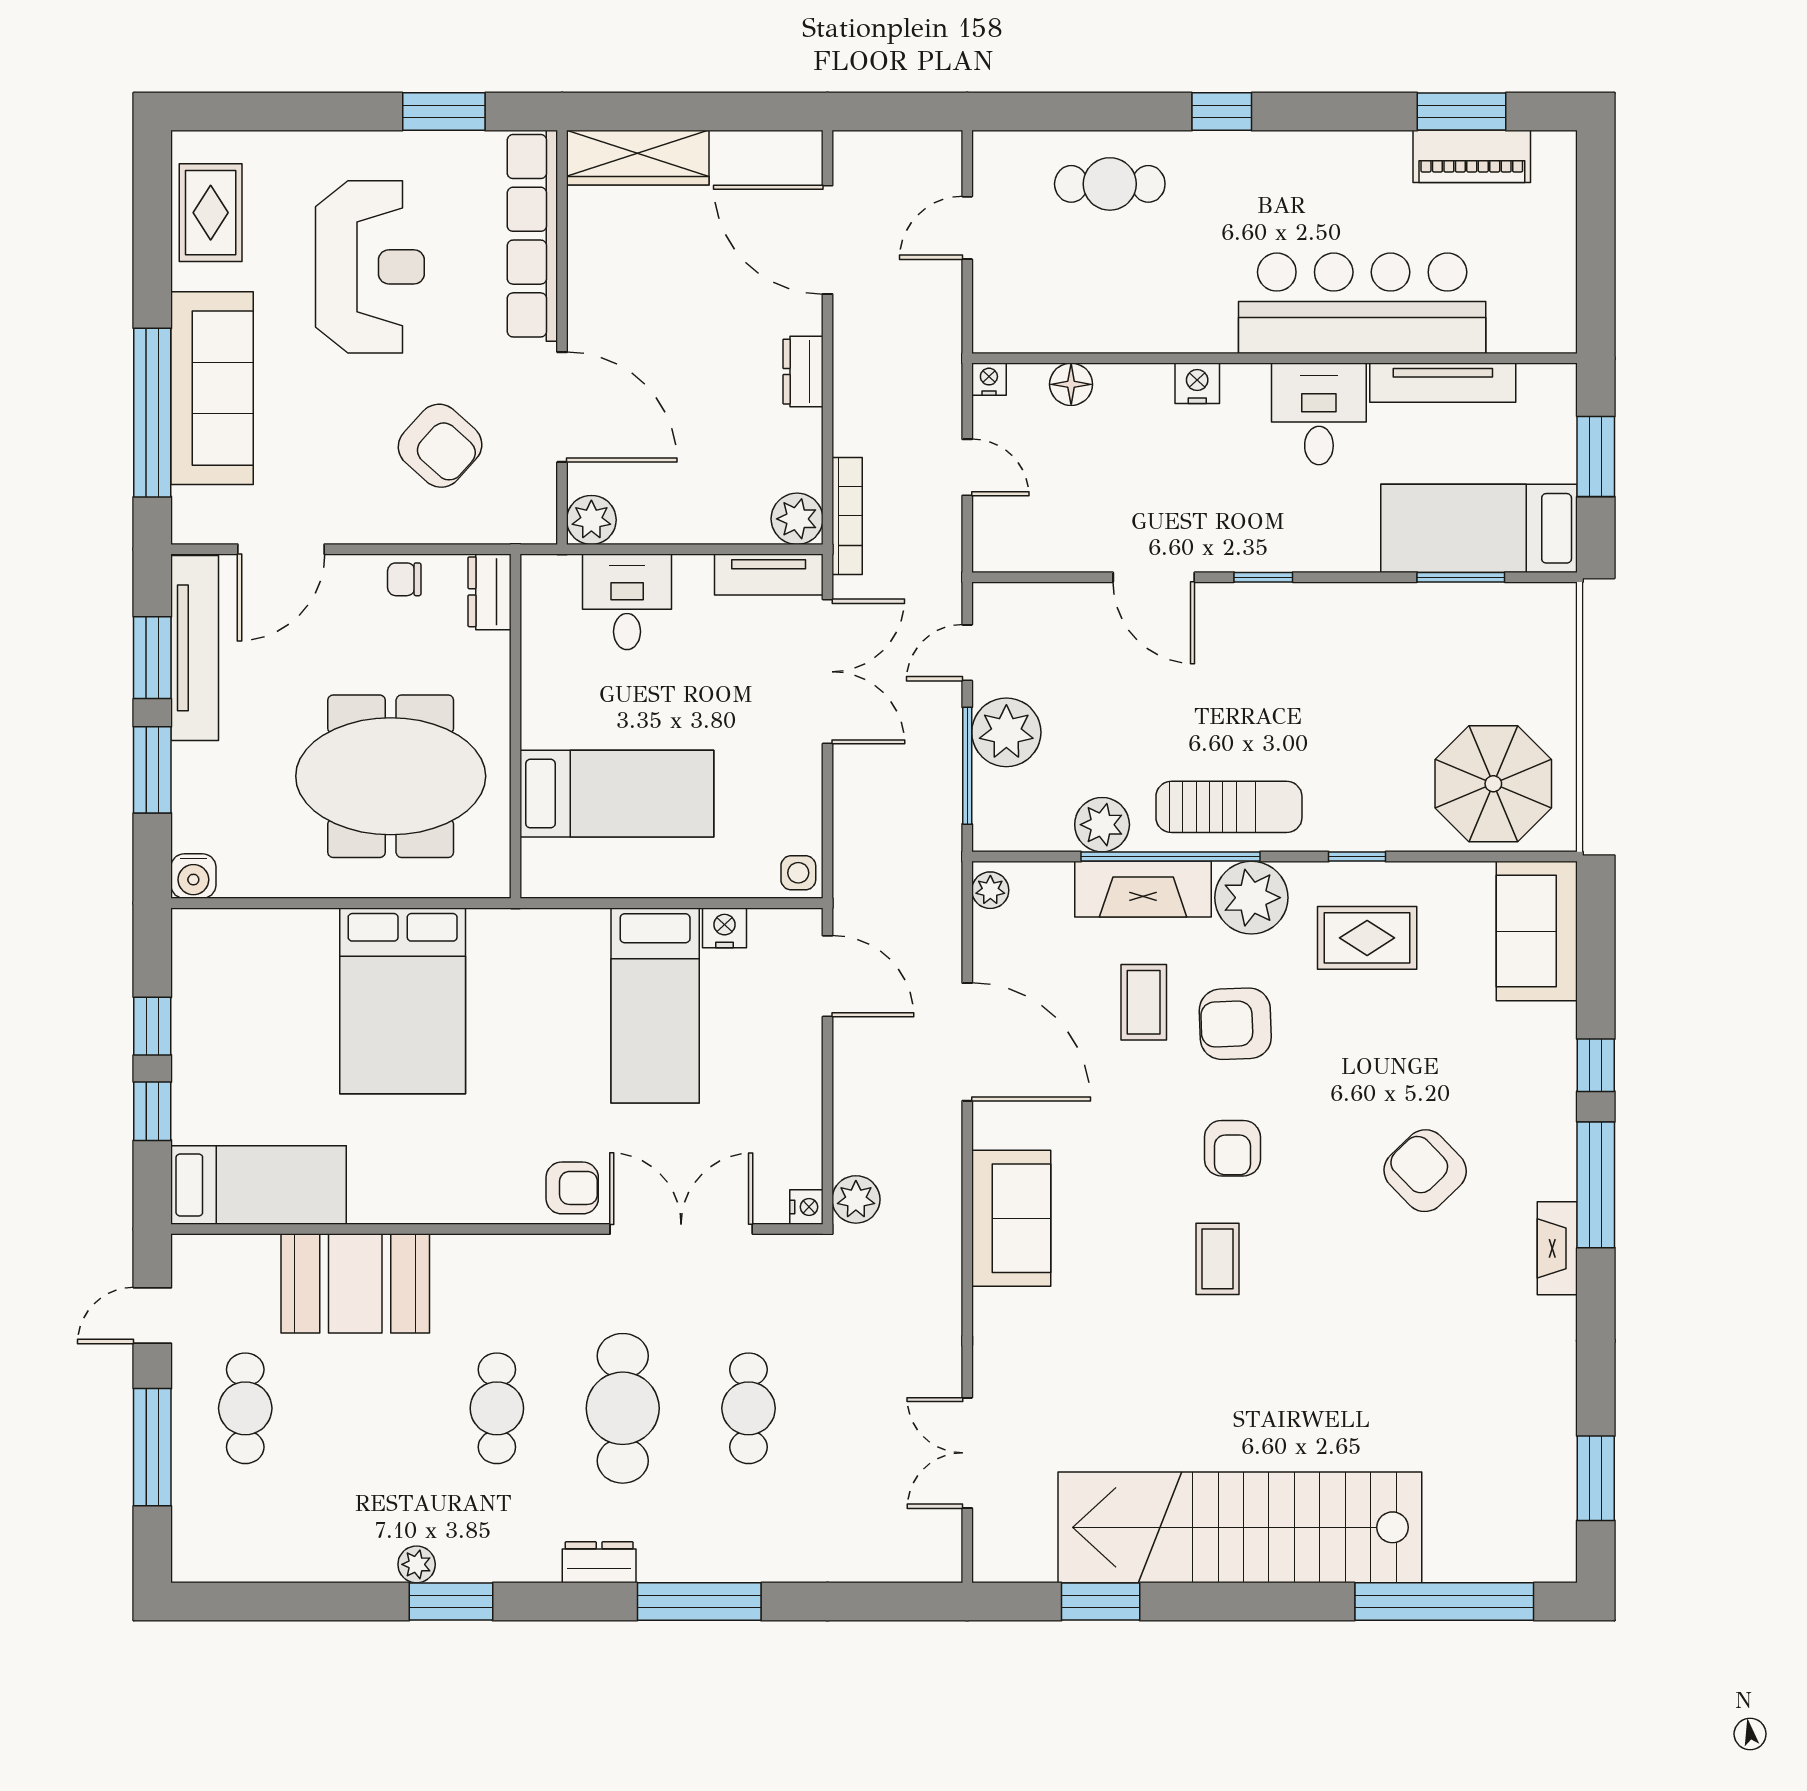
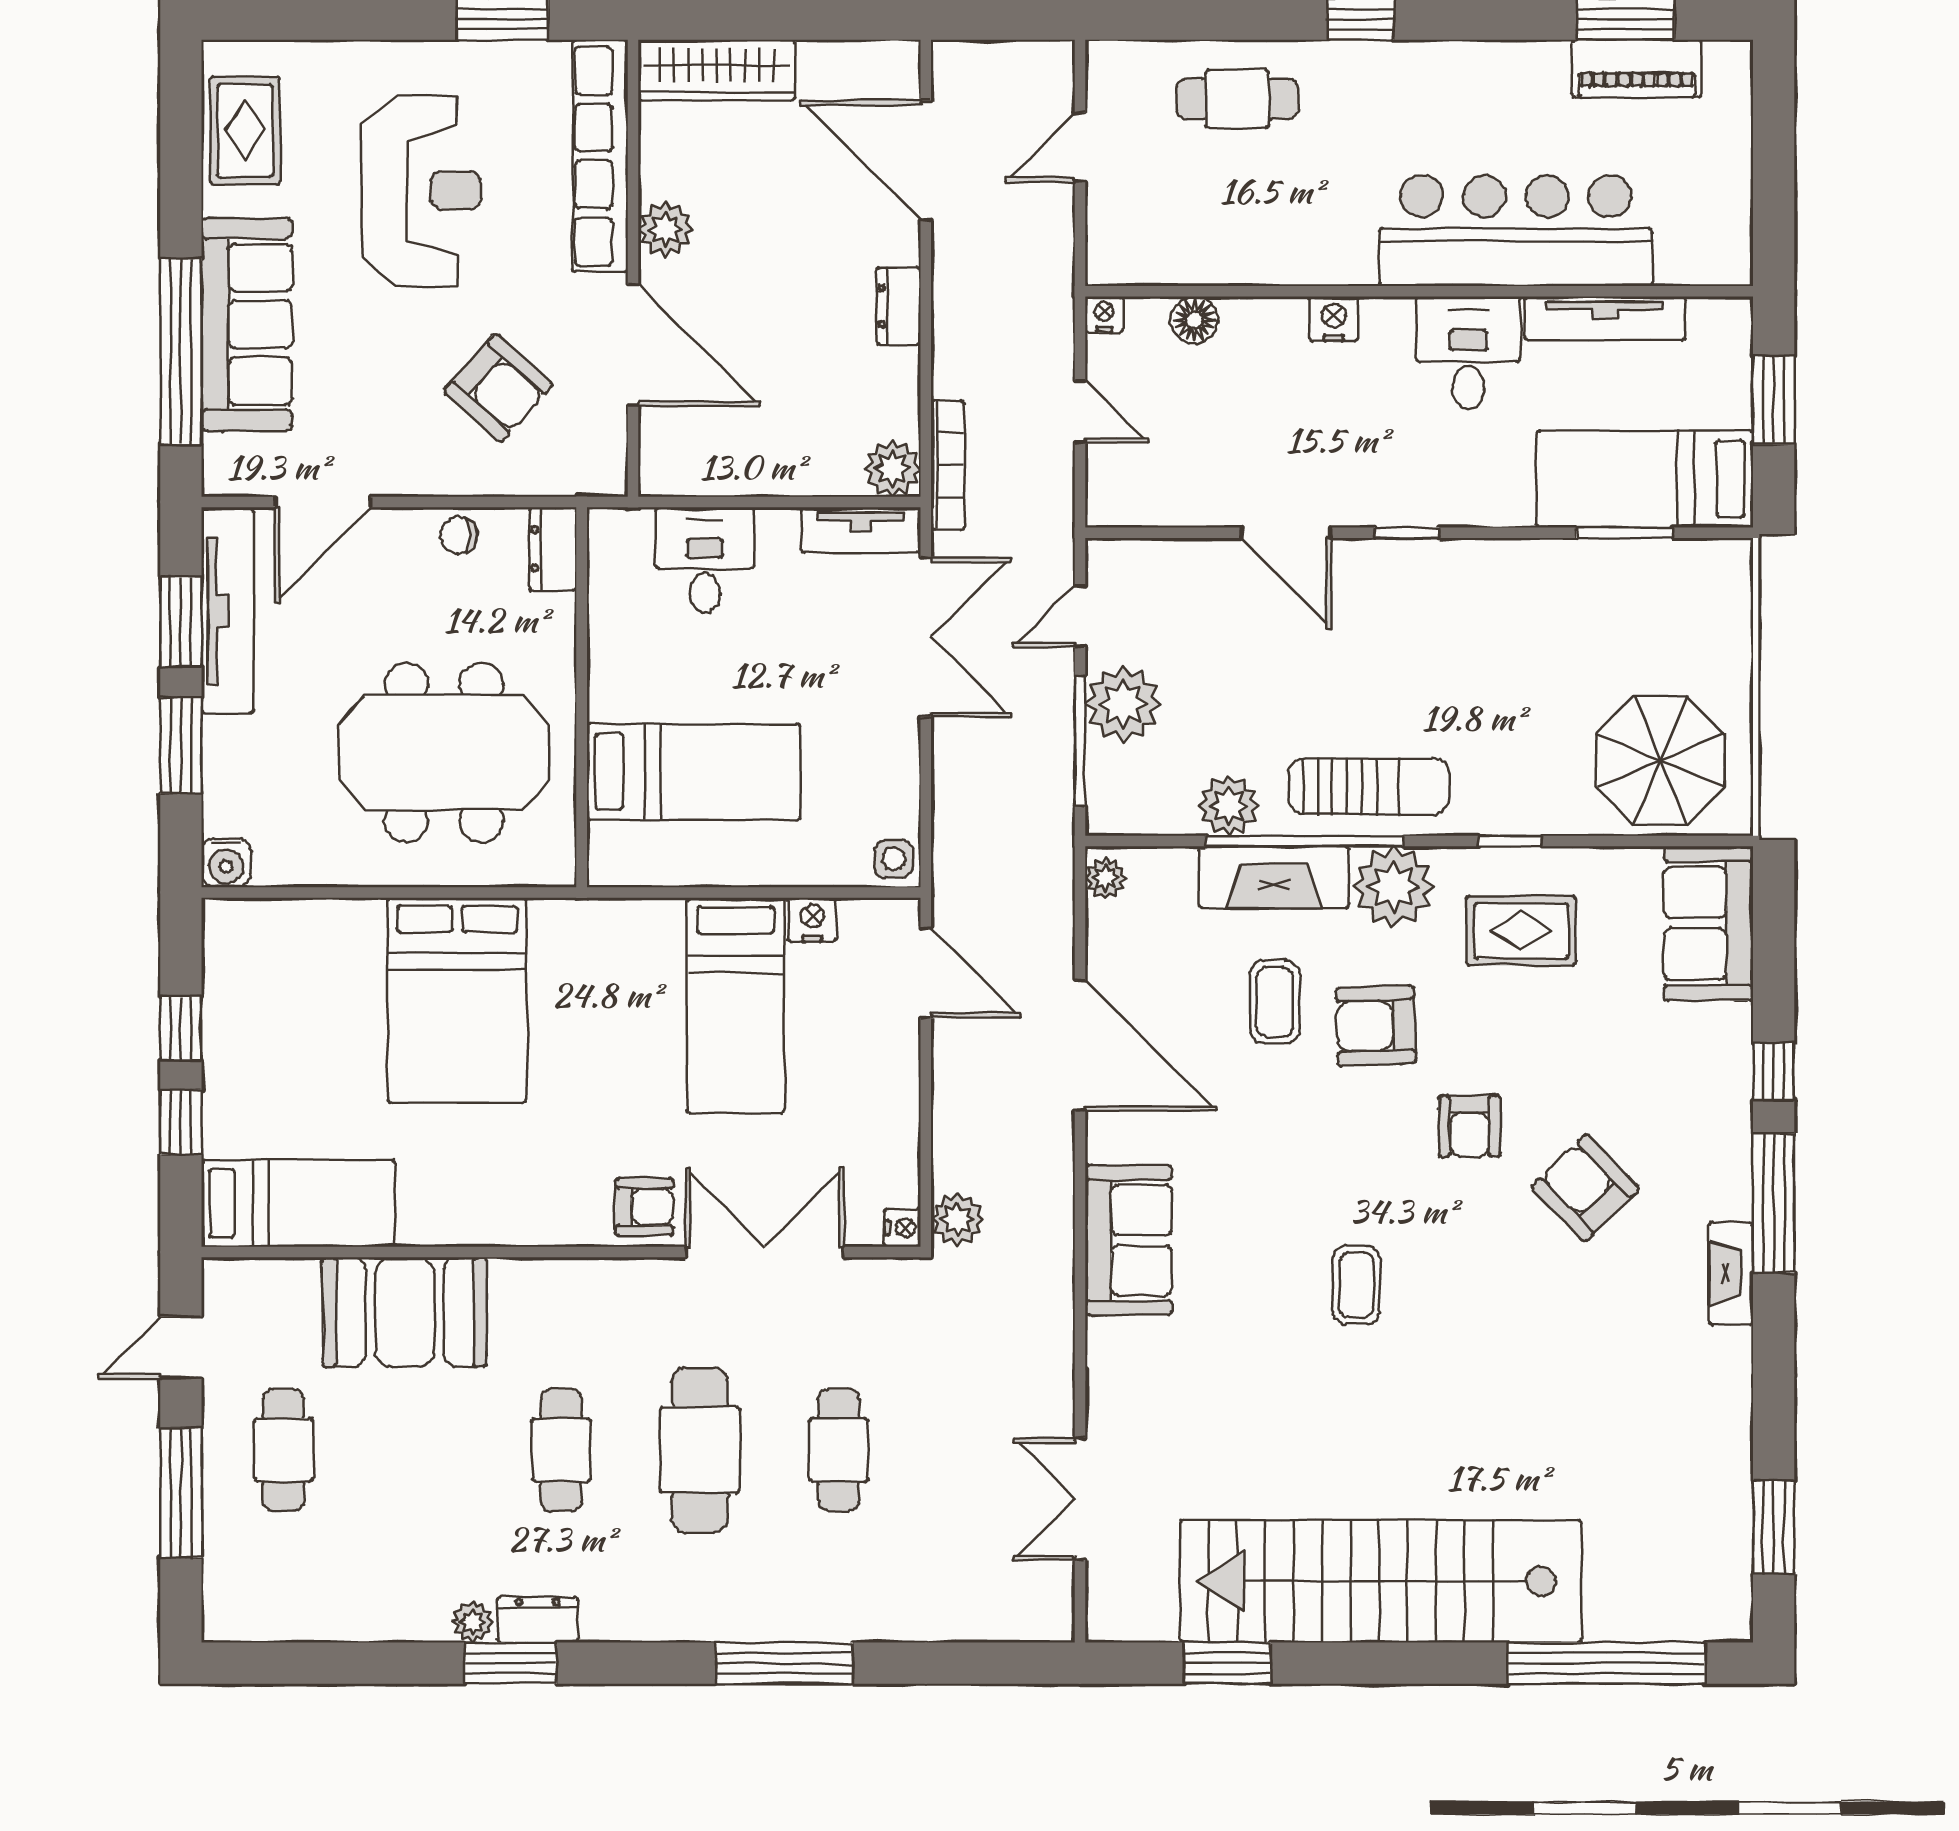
plant: (591, 520) -> (665, 229), moved
armchair: (1232, 1148) -> (1469, 1126), moved
dresser: (599, 1562) -> (538, 1620), moved

